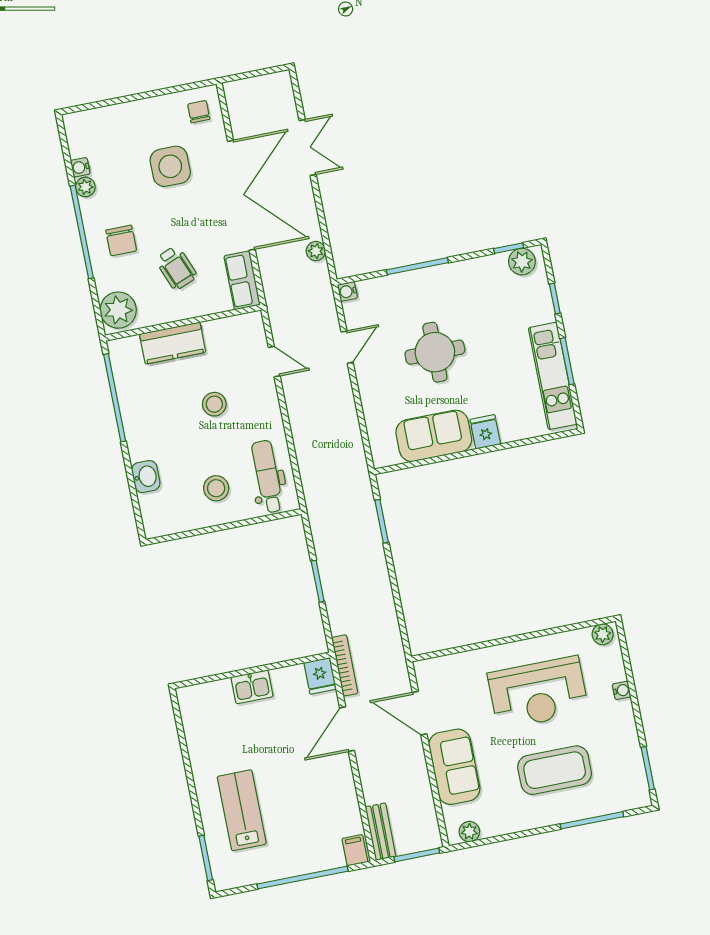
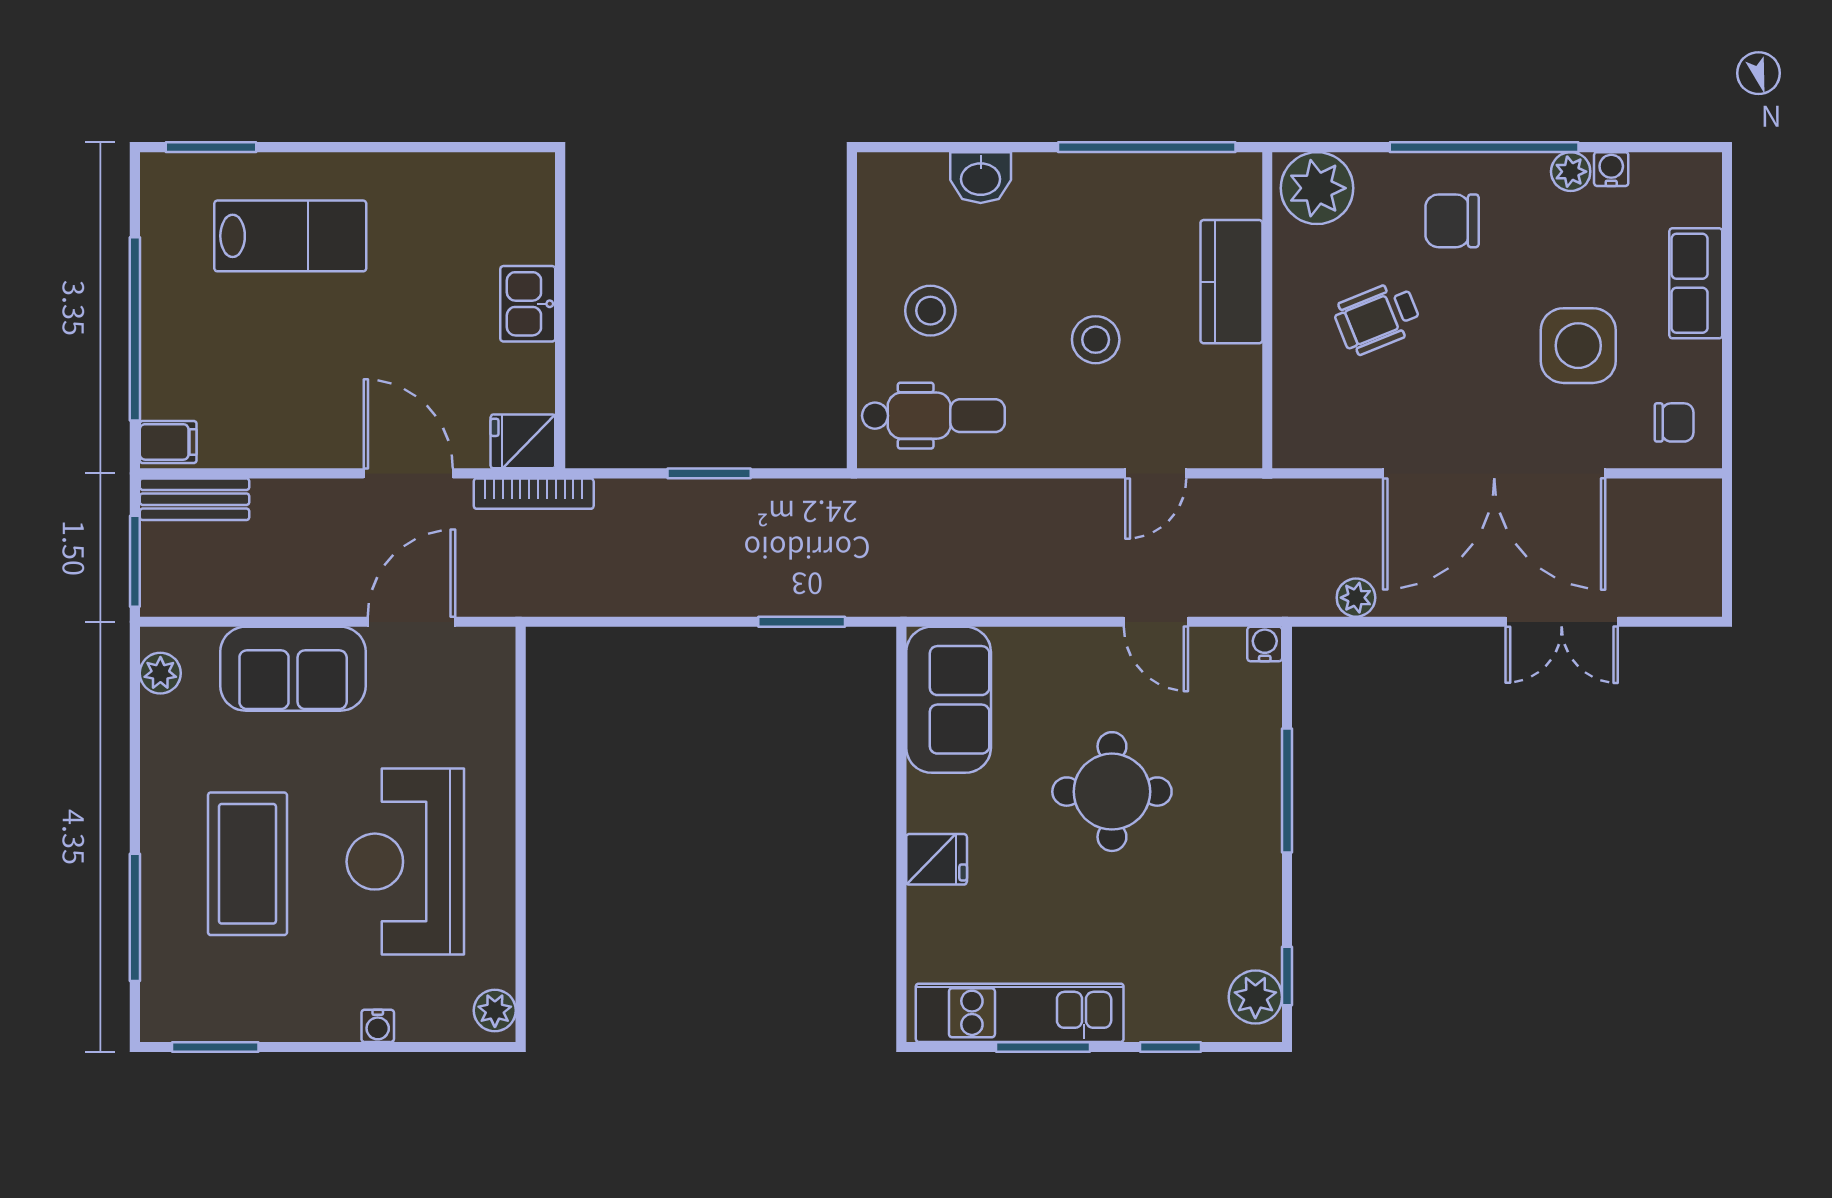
row of seats: (242, 280) -> (1696, 283), moved, turned -90
sofa: (434, 436) -> (949, 700), moved

